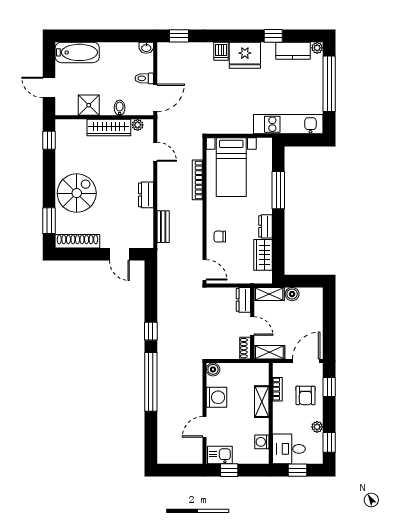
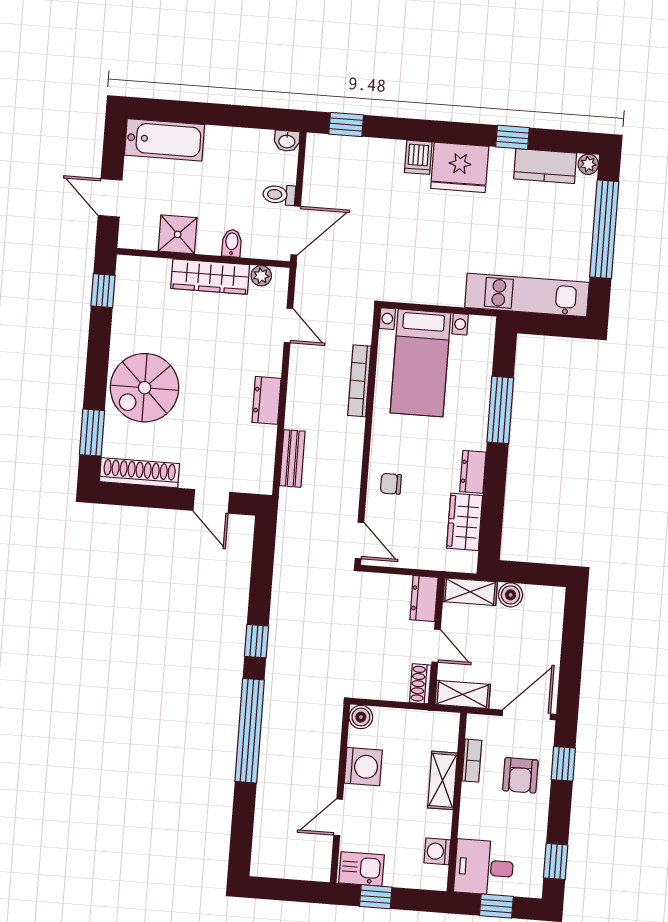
spiral stairs: (77, 193) -> (145, 388), turned 180
plant: (317, 427) -> (537, 832), removed

